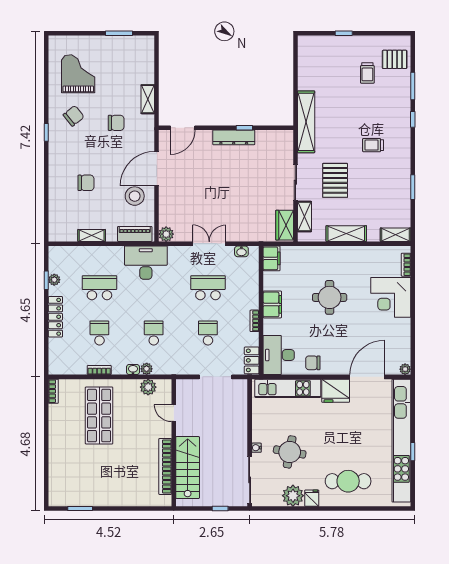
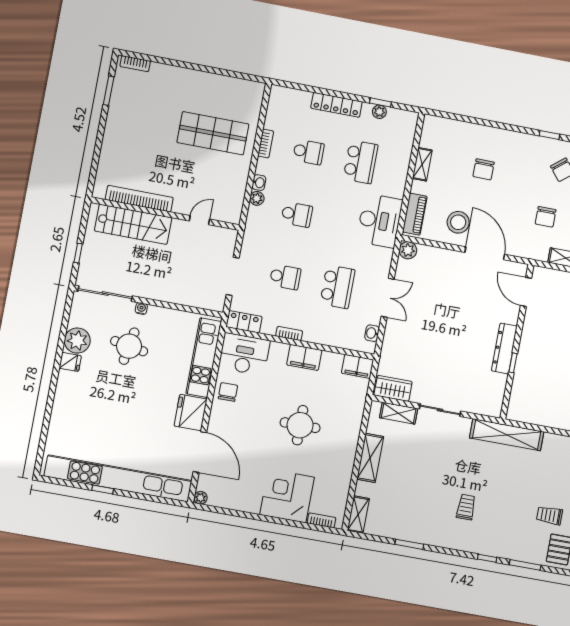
pallet: (335, 180) -> (434, 456), removed
plant: (148, 387) -> (235, 196), removed
bookcase: (53, 391) -> (135, 64), moved
cafe table: (348, 481) -> (82, 408), removed

